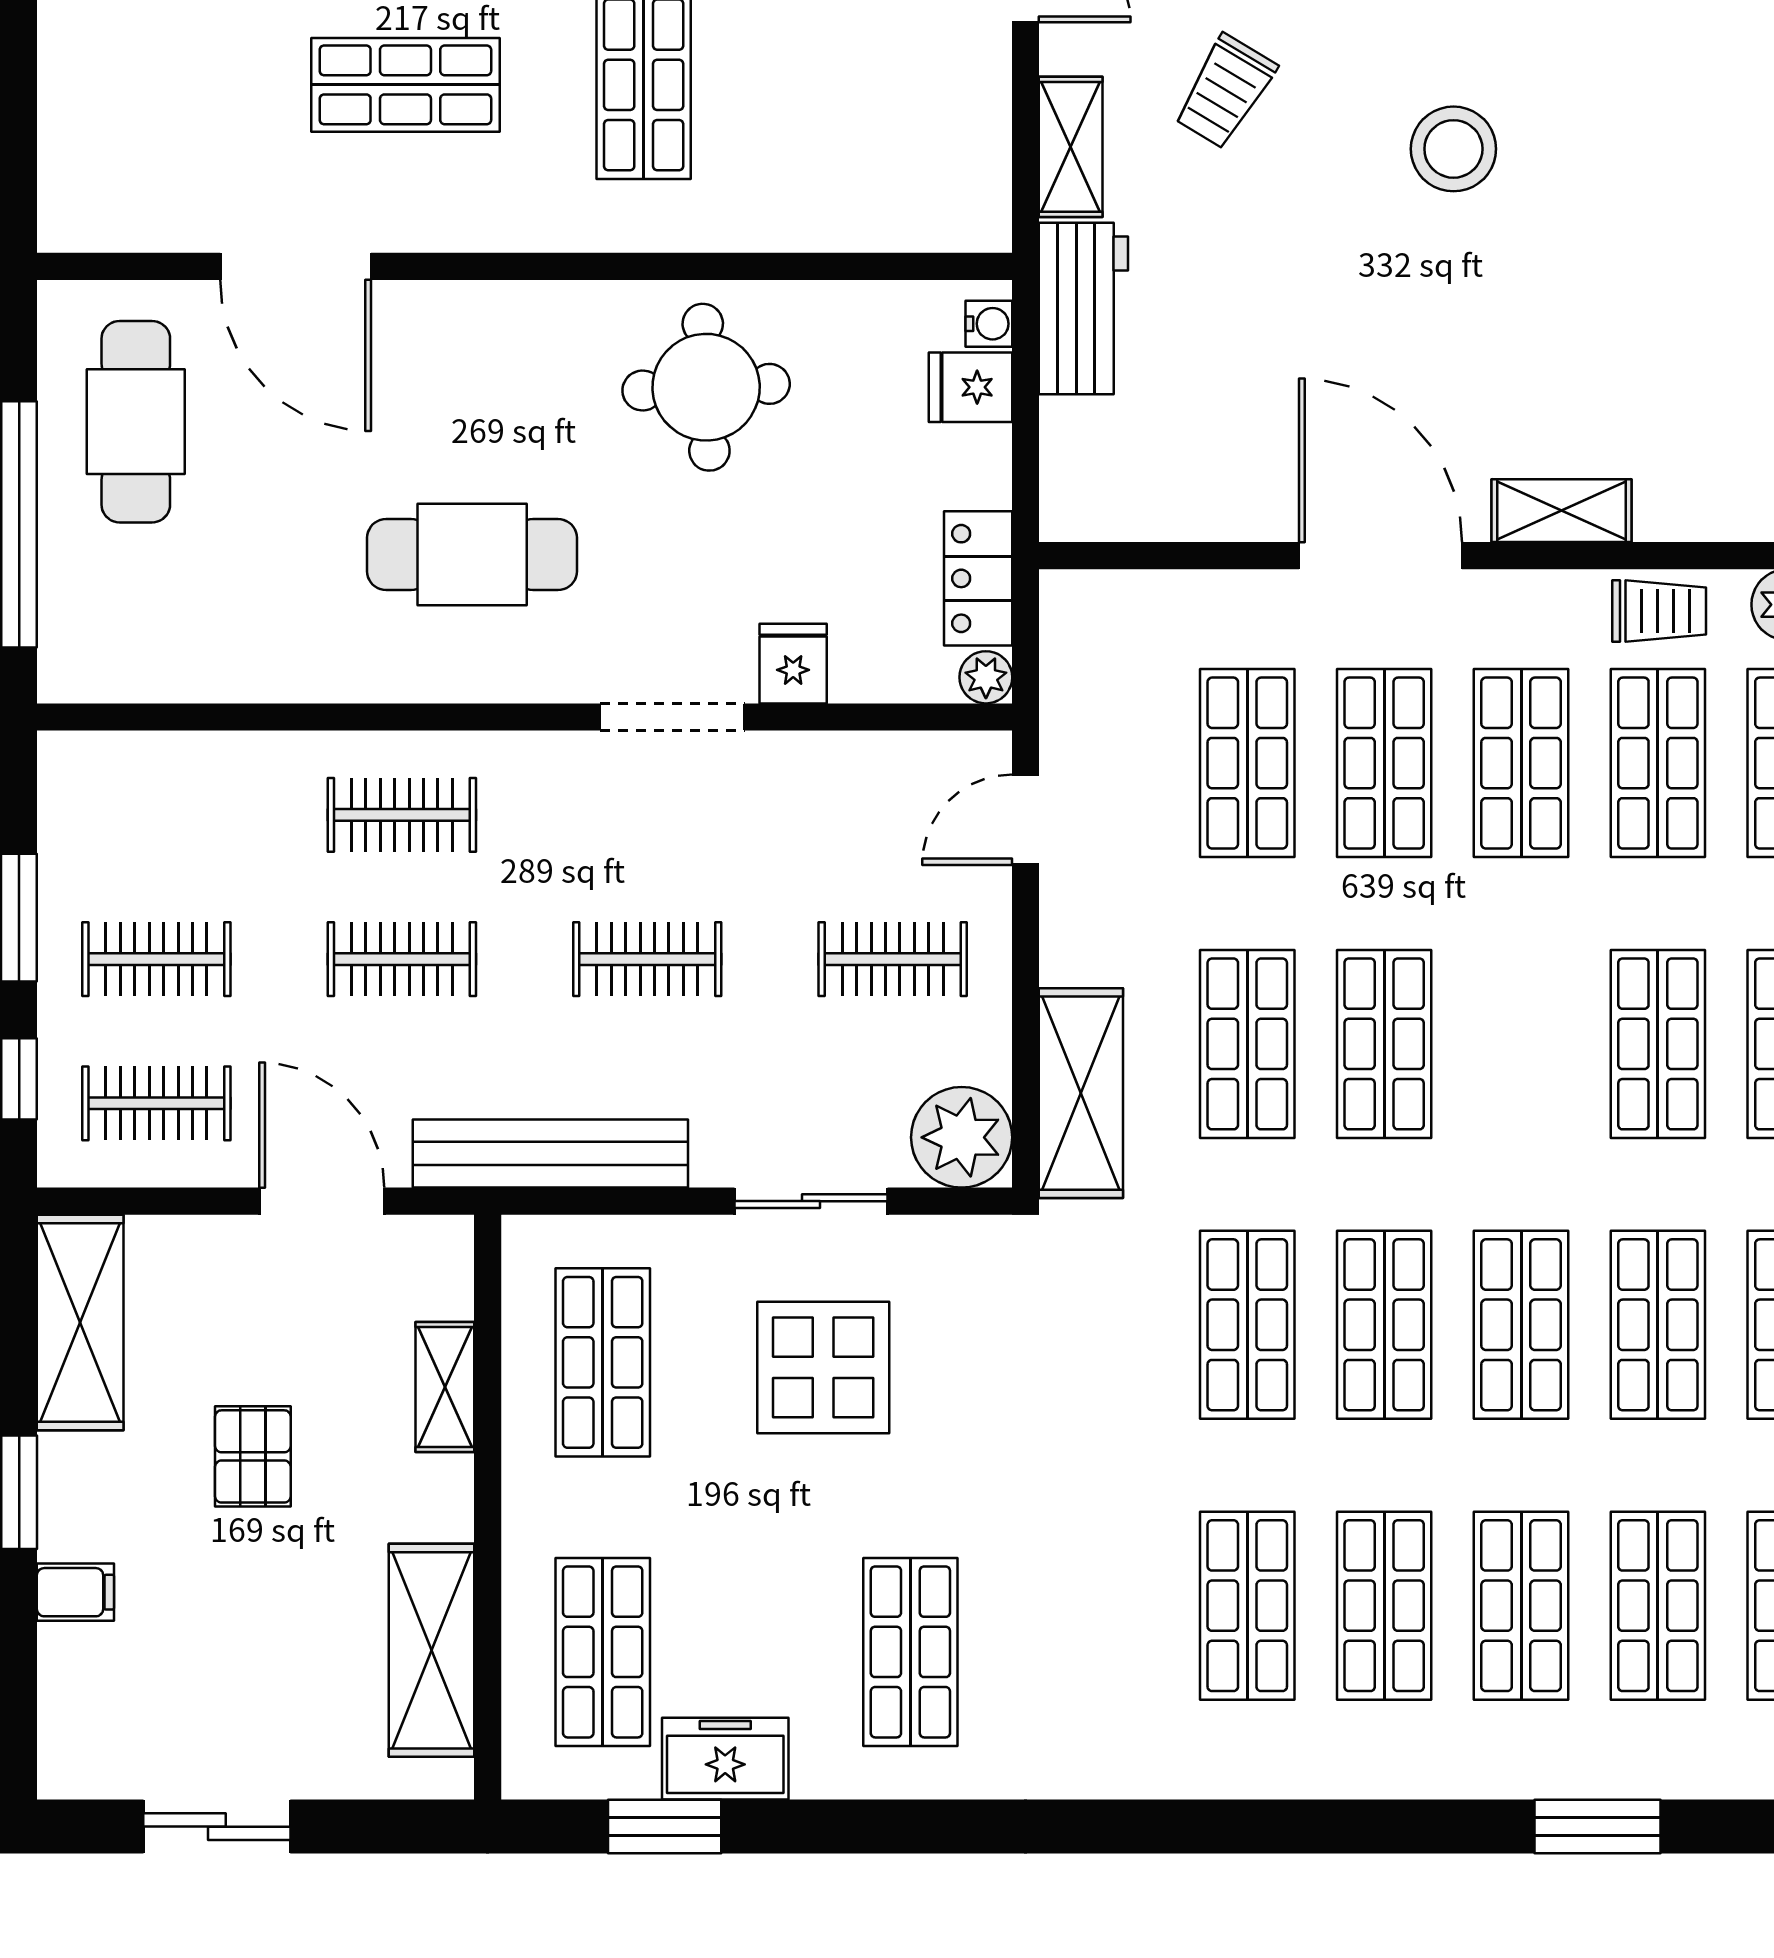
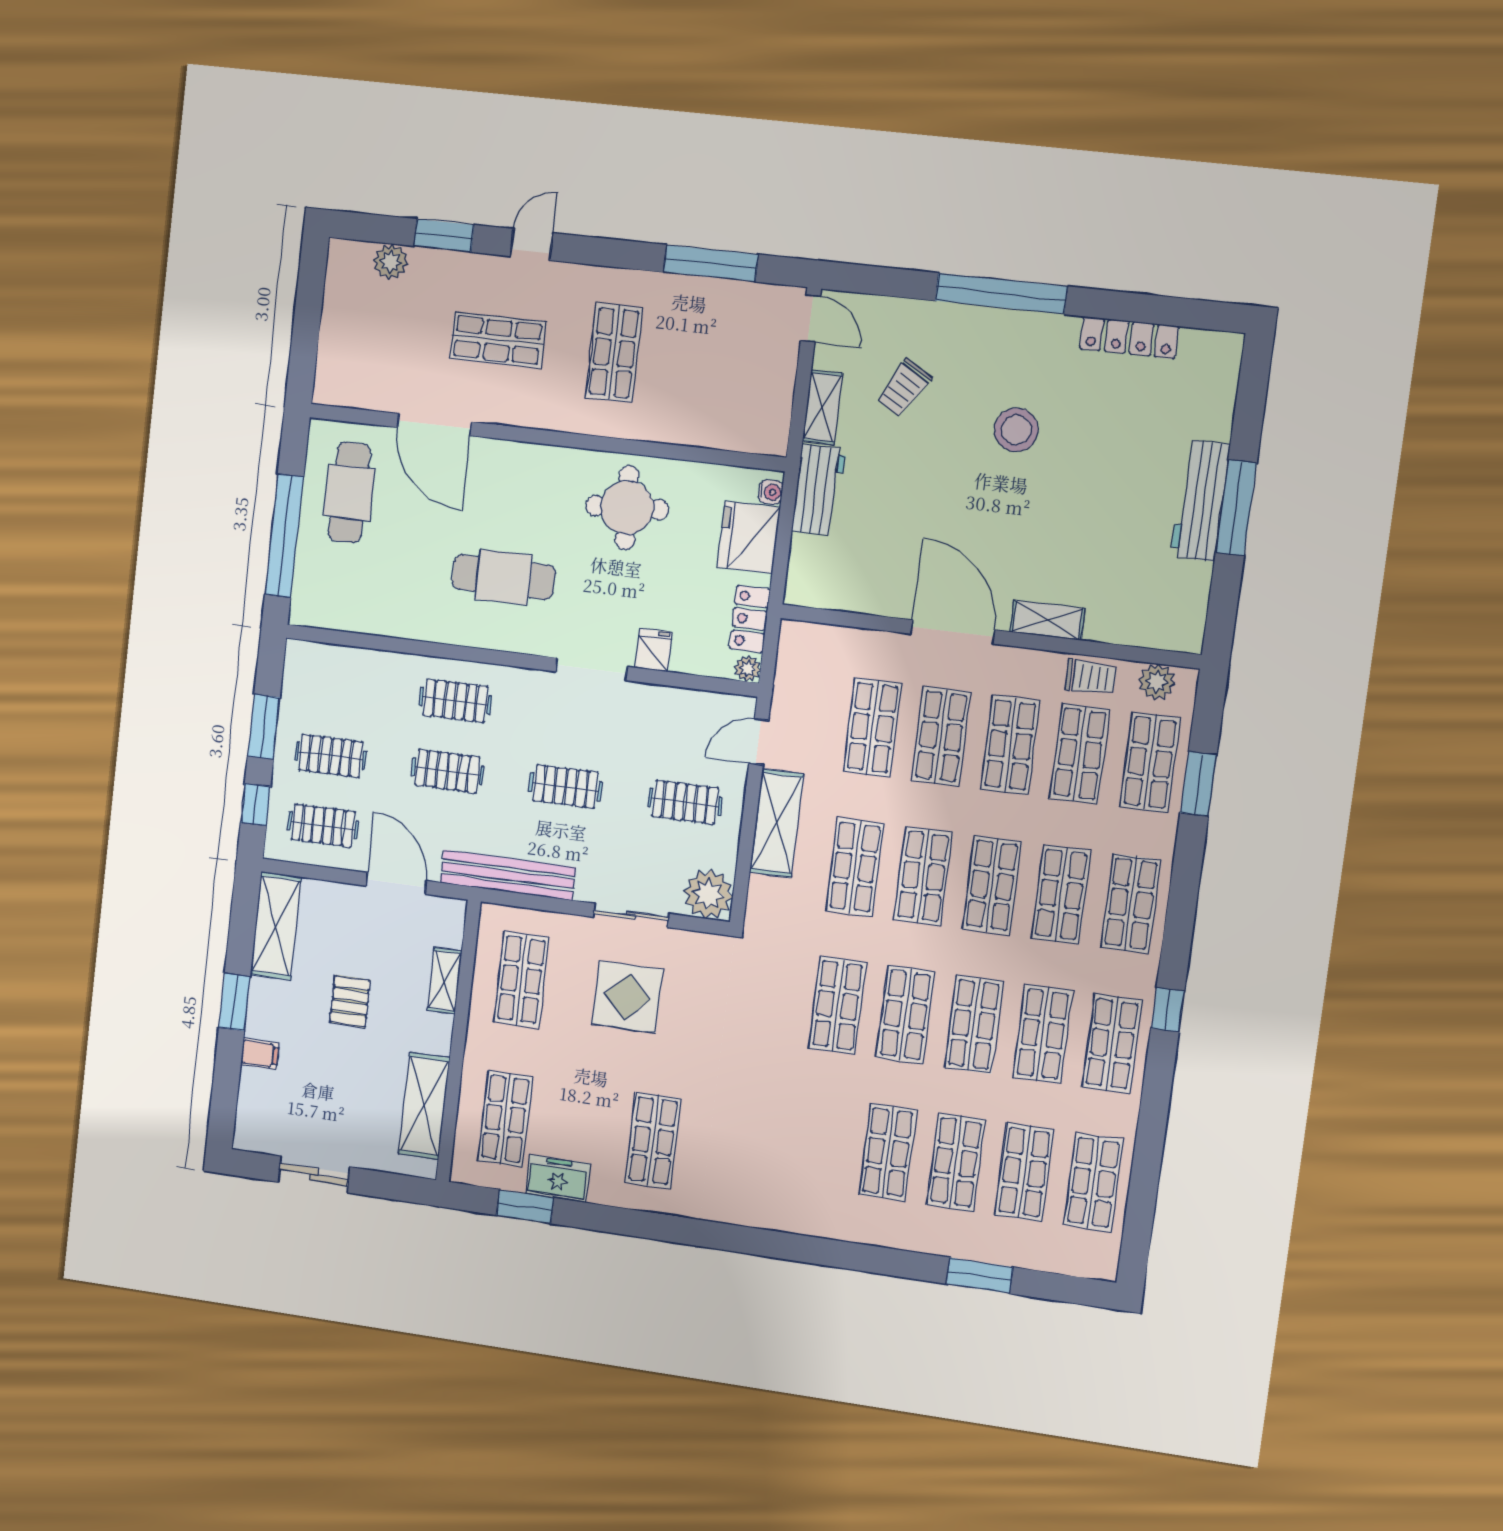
fridge: (971, 387) -> (749, 537), width x1.88, depth x1.34
shelving: (1081, 1093) -> (777, 823), moved
shop shelf: (1247, 1606) -> (992, 885), moved

